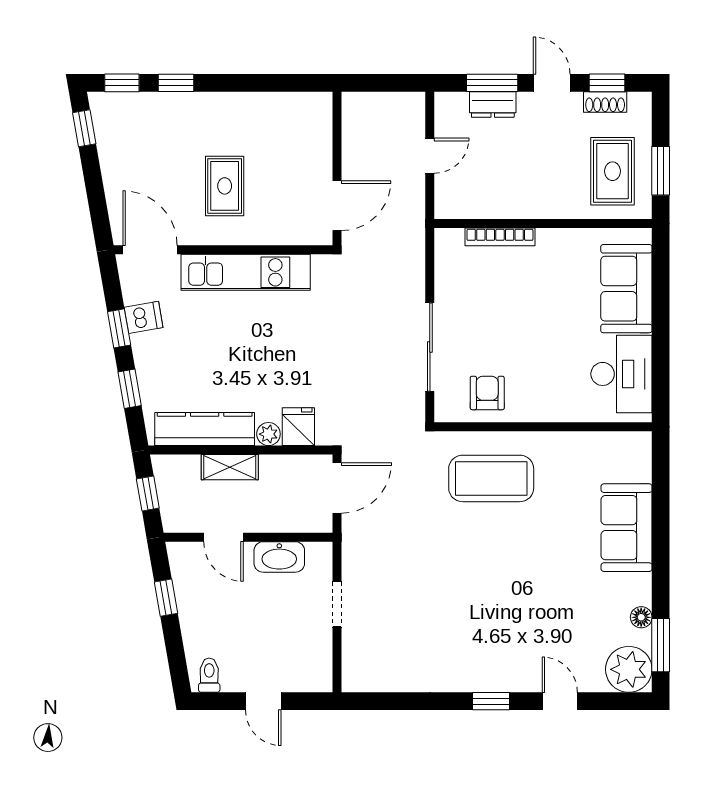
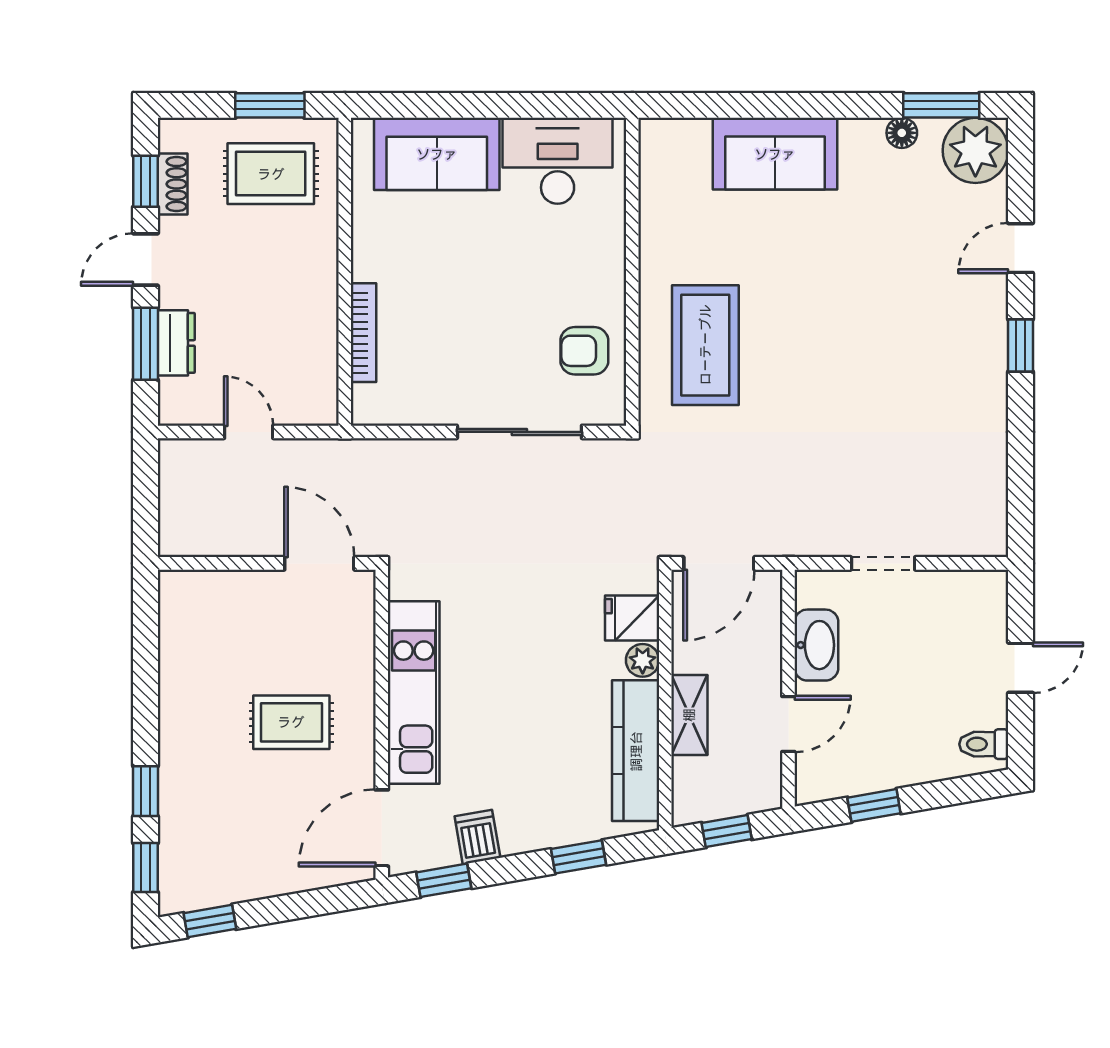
window: (119, 328) -> (444, 880), moved
door: (337, 488) -> (719, 563), swing flipped

